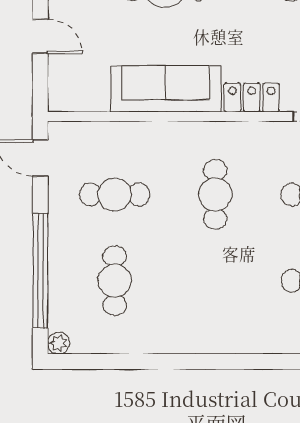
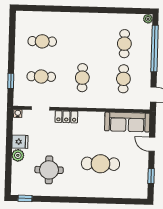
sofa: (166, 89) -> (127, 122), moved
cafe table: (115, 194) -> (123, 79), turned 90

